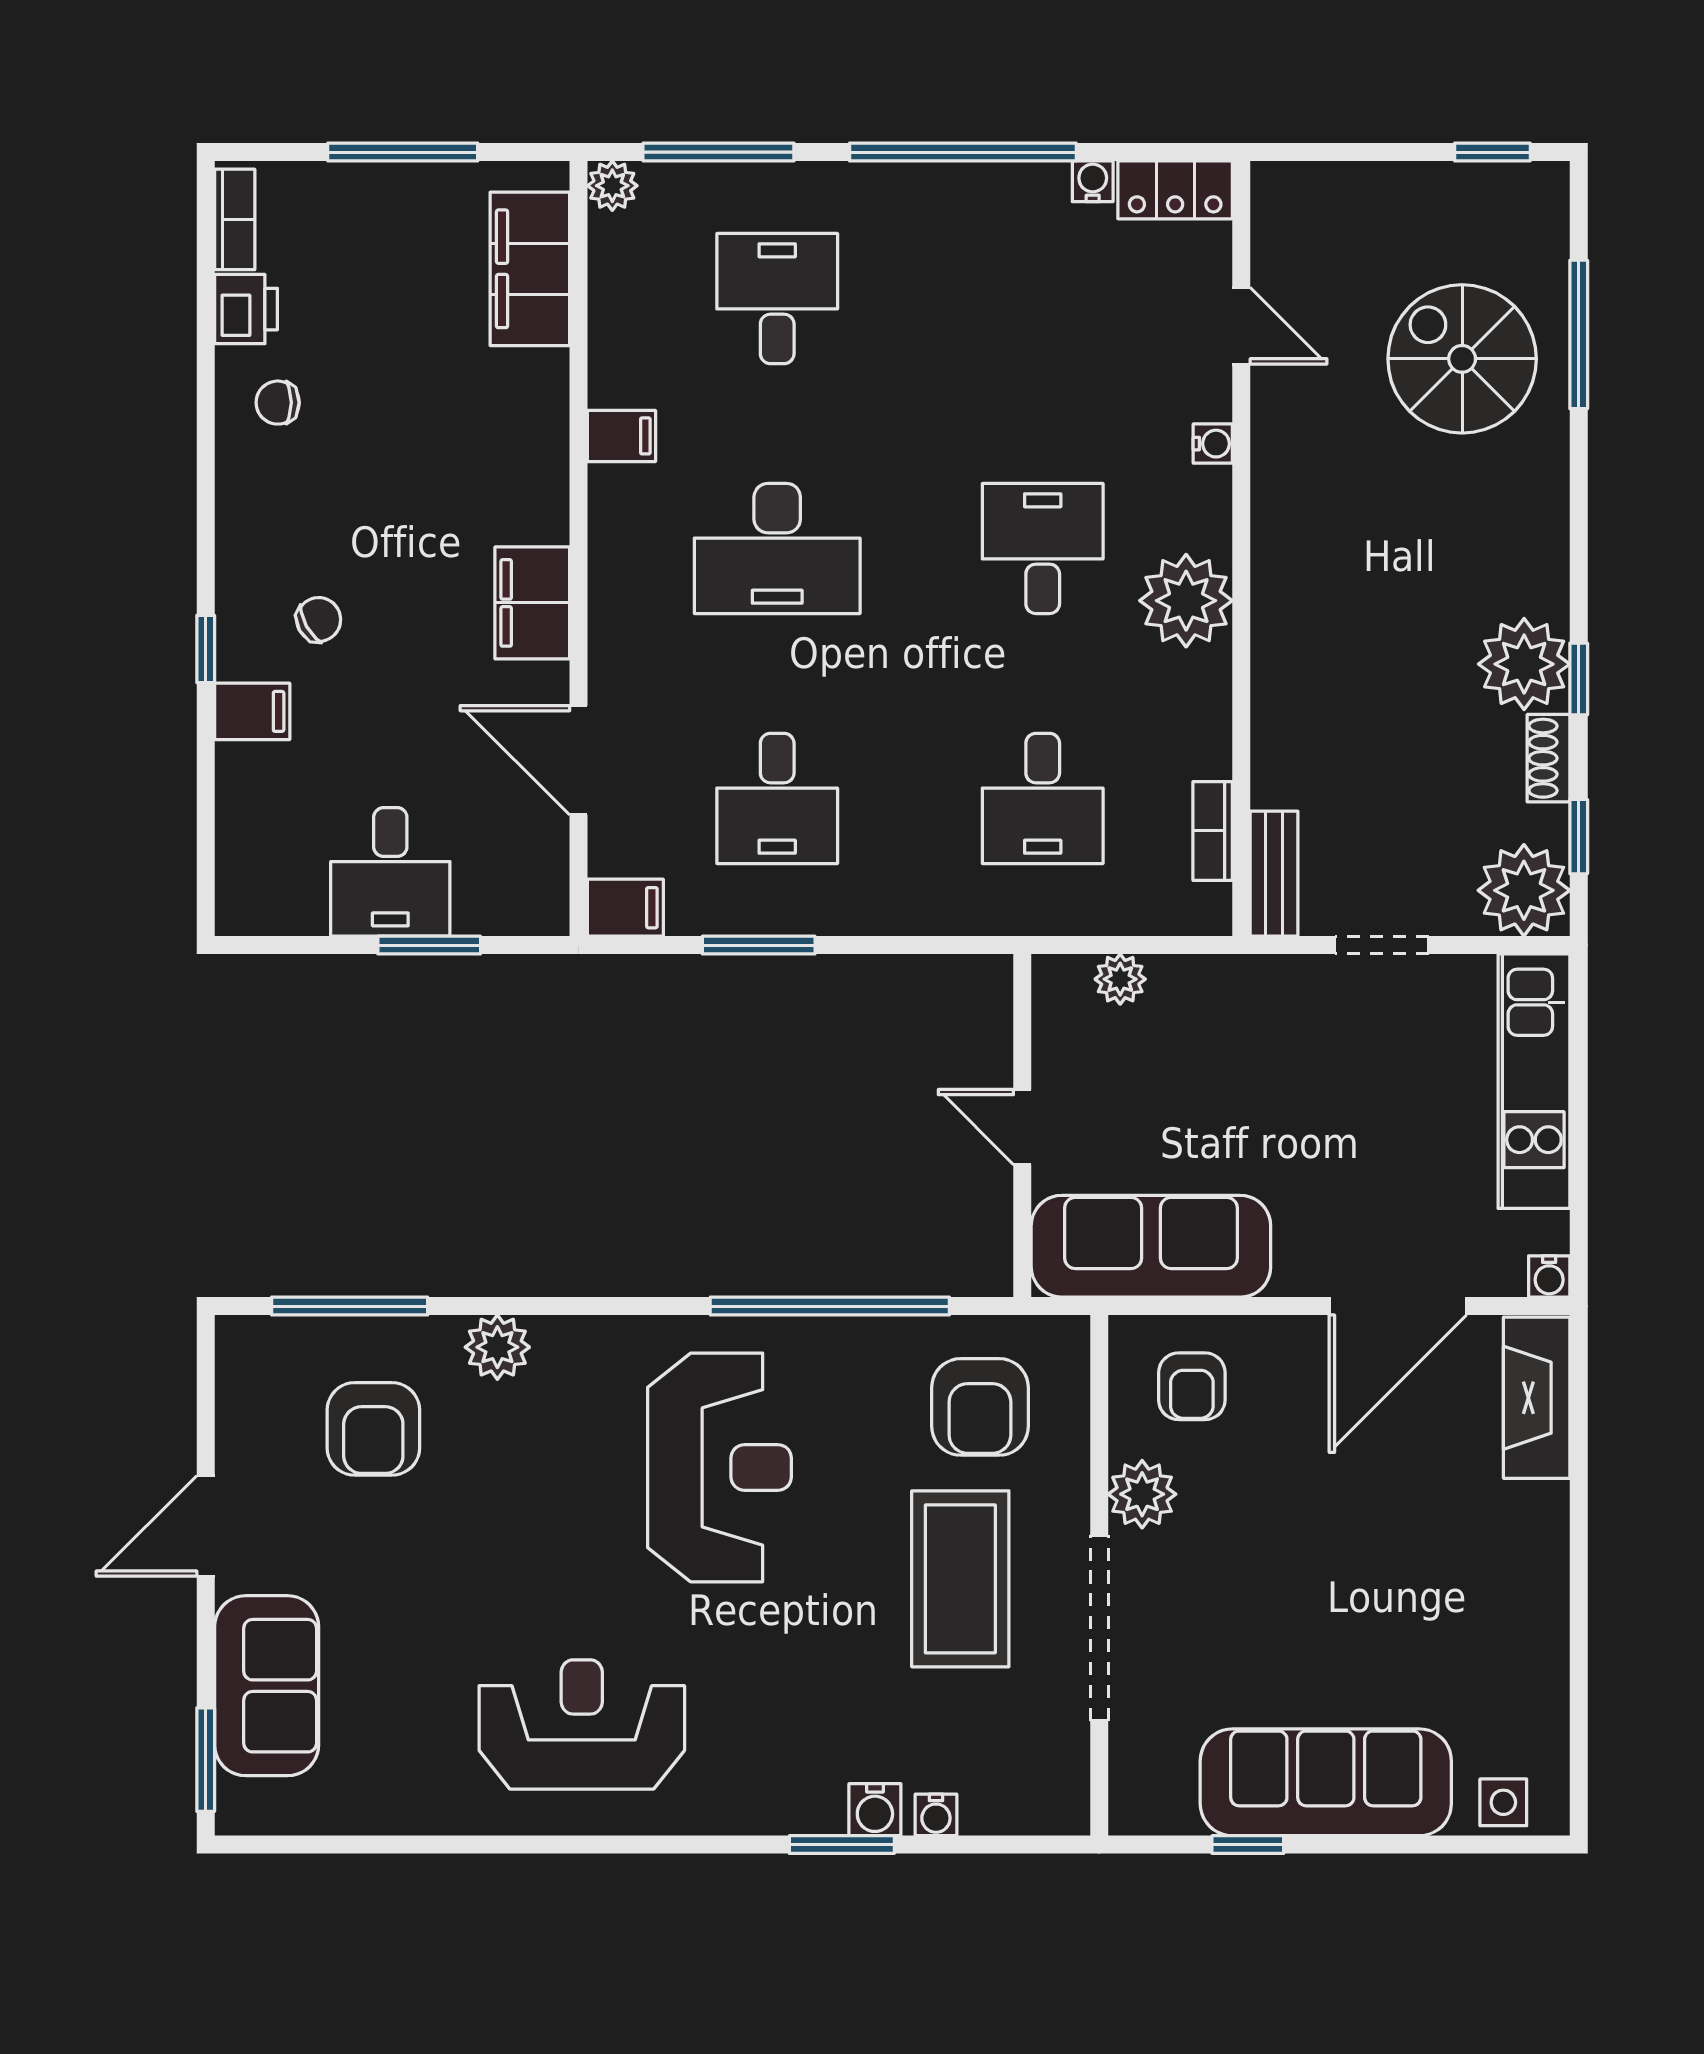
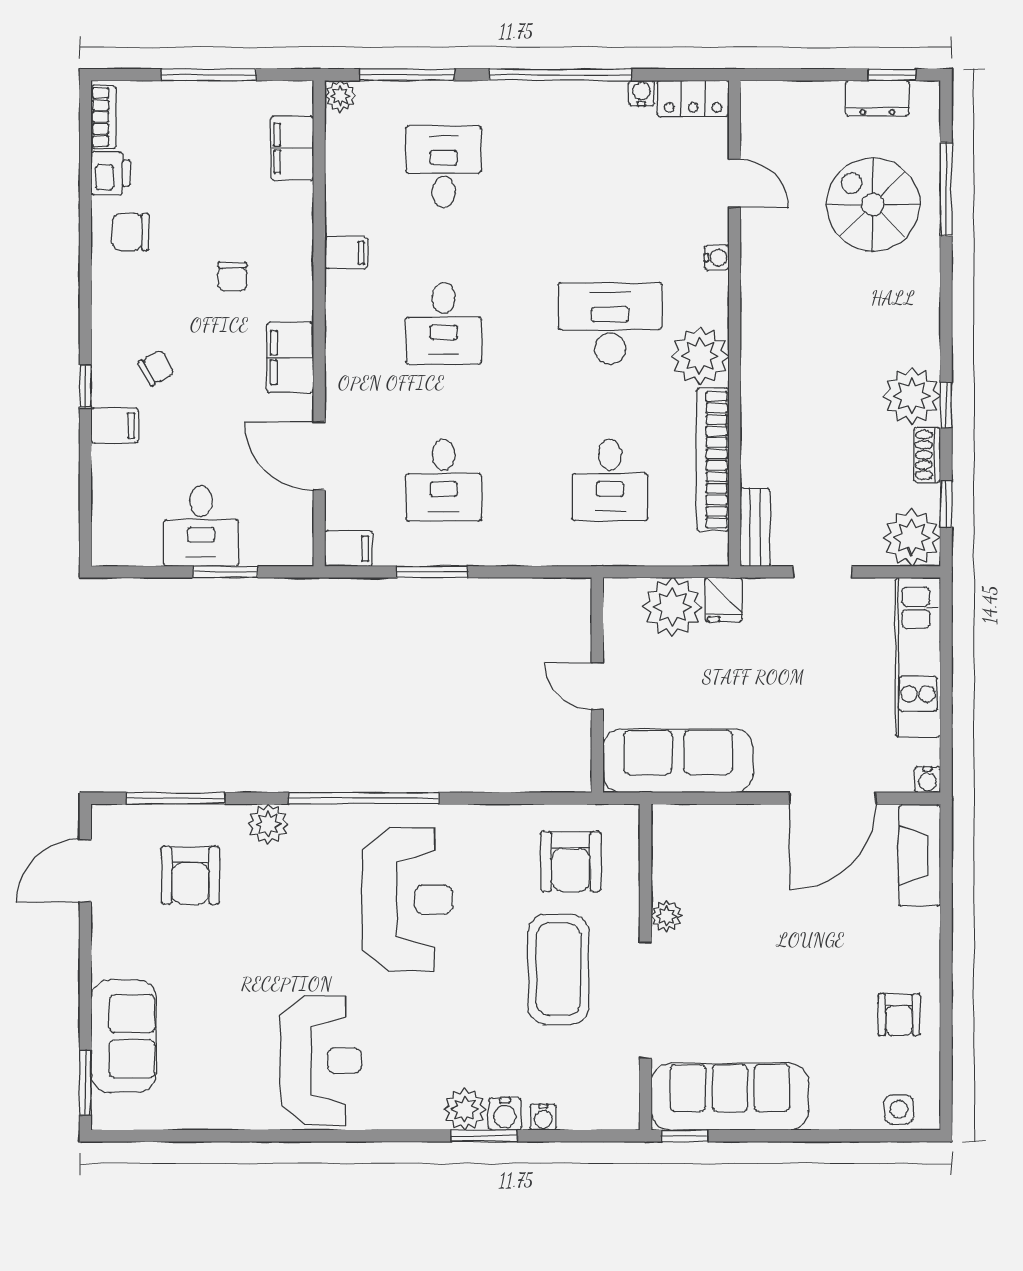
dresser: (1469, 189) -> (877, 98), added
filing cabinet: (530, 269) -> (292, 148), width x0.67, depth x0.86
chair: (278, 403) -> (130, 232), width x1.37, depth x1.37
chair: (440, 474) -> (232, 276), added
desk: (777, 549) -> (444, 323), width x0.73
desk: (1043, 549) -> (610, 323), width x1.37
bookcase: (1213, 831) -> (713, 460), width x2.31, depth x1.31
plant: (1120, 979) -> (672, 607), width x1.88, depth x1.88
fridge: (1224, 989) -> (724, 600), added
window: (830, 1306) -> (364, 798), moved
armchair: (1192, 1386) -> (899, 1015), moved
plant: (1142, 1494) -> (667, 916), width x0.73, depth x0.73
door: (206, 1526) -> (85, 871), moved
reception desk: (582, 1724) -> (321, 1061), turned 90
sofa: (1326, 1782) -> (730, 1097), moved
plant: (811, 1802) -> (465, 1109), added
window: (1248, 1845) -> (685, 1136), moved

